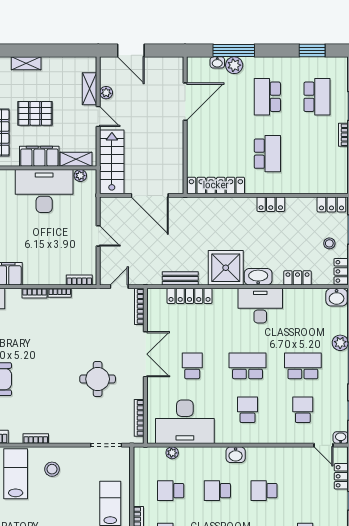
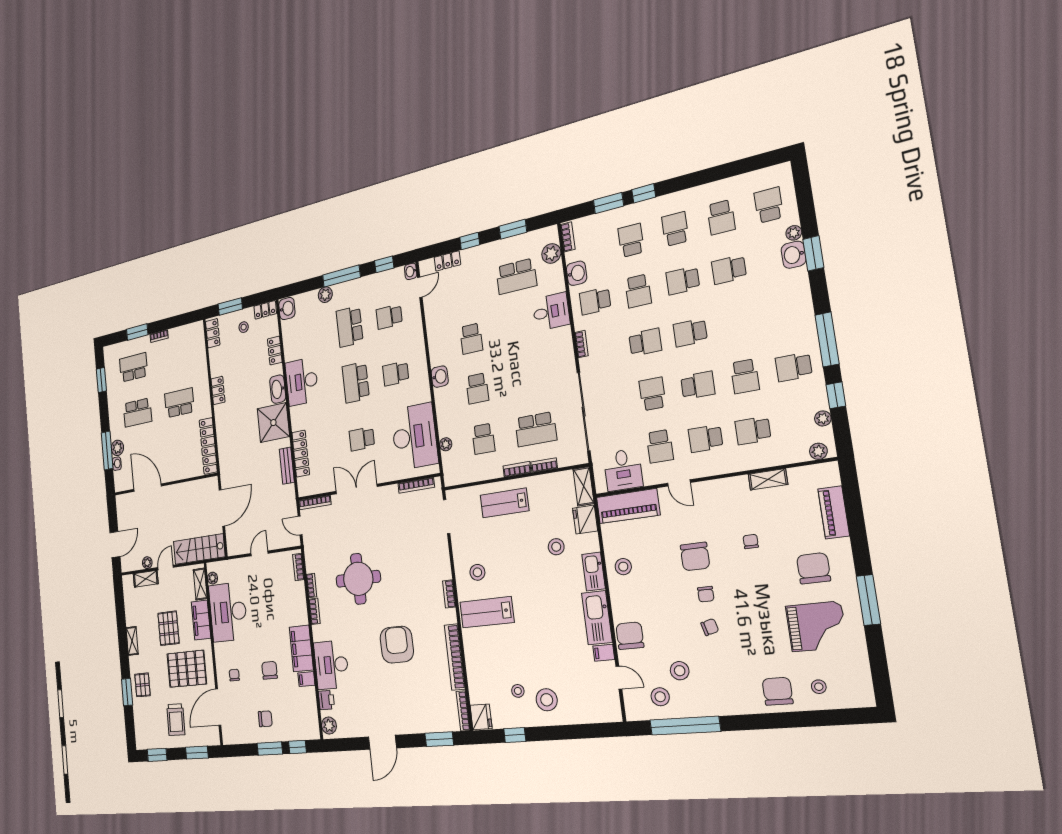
round table: (98, 379) -> (358, 579), moved, width x1.36, depth x1.36

